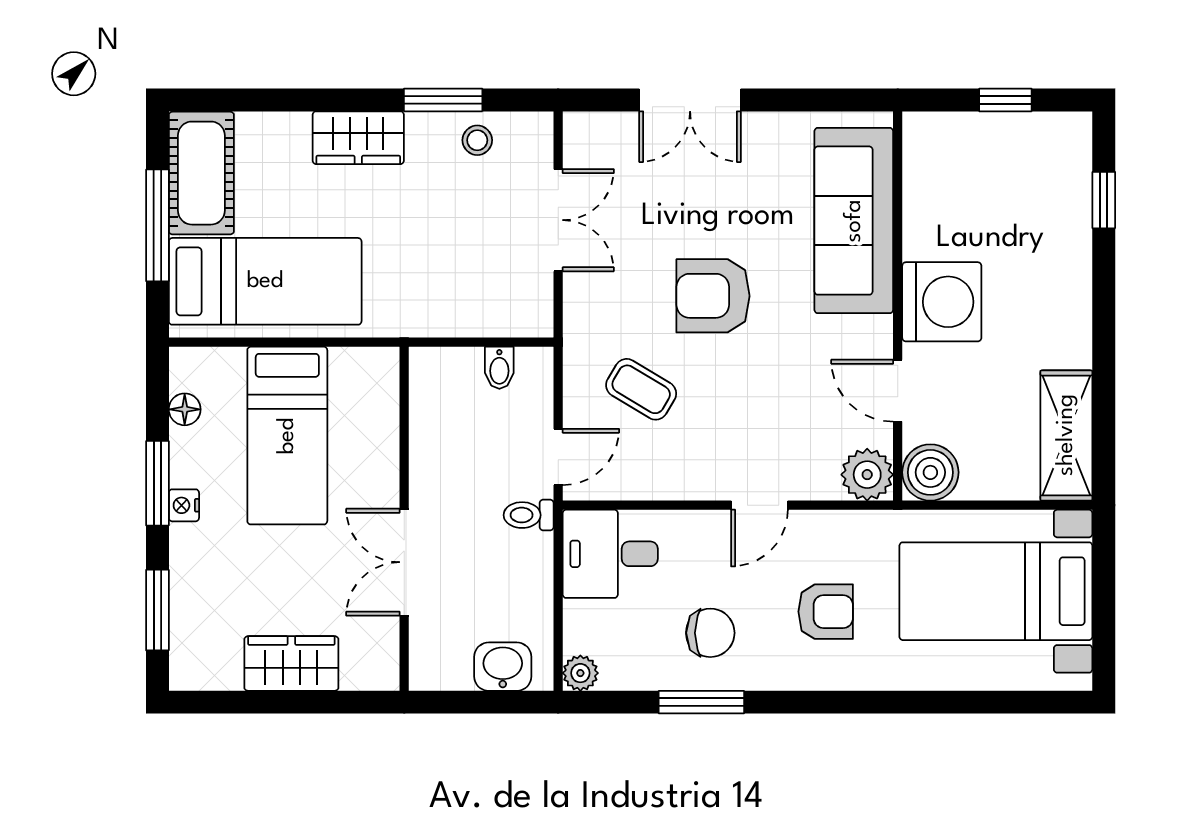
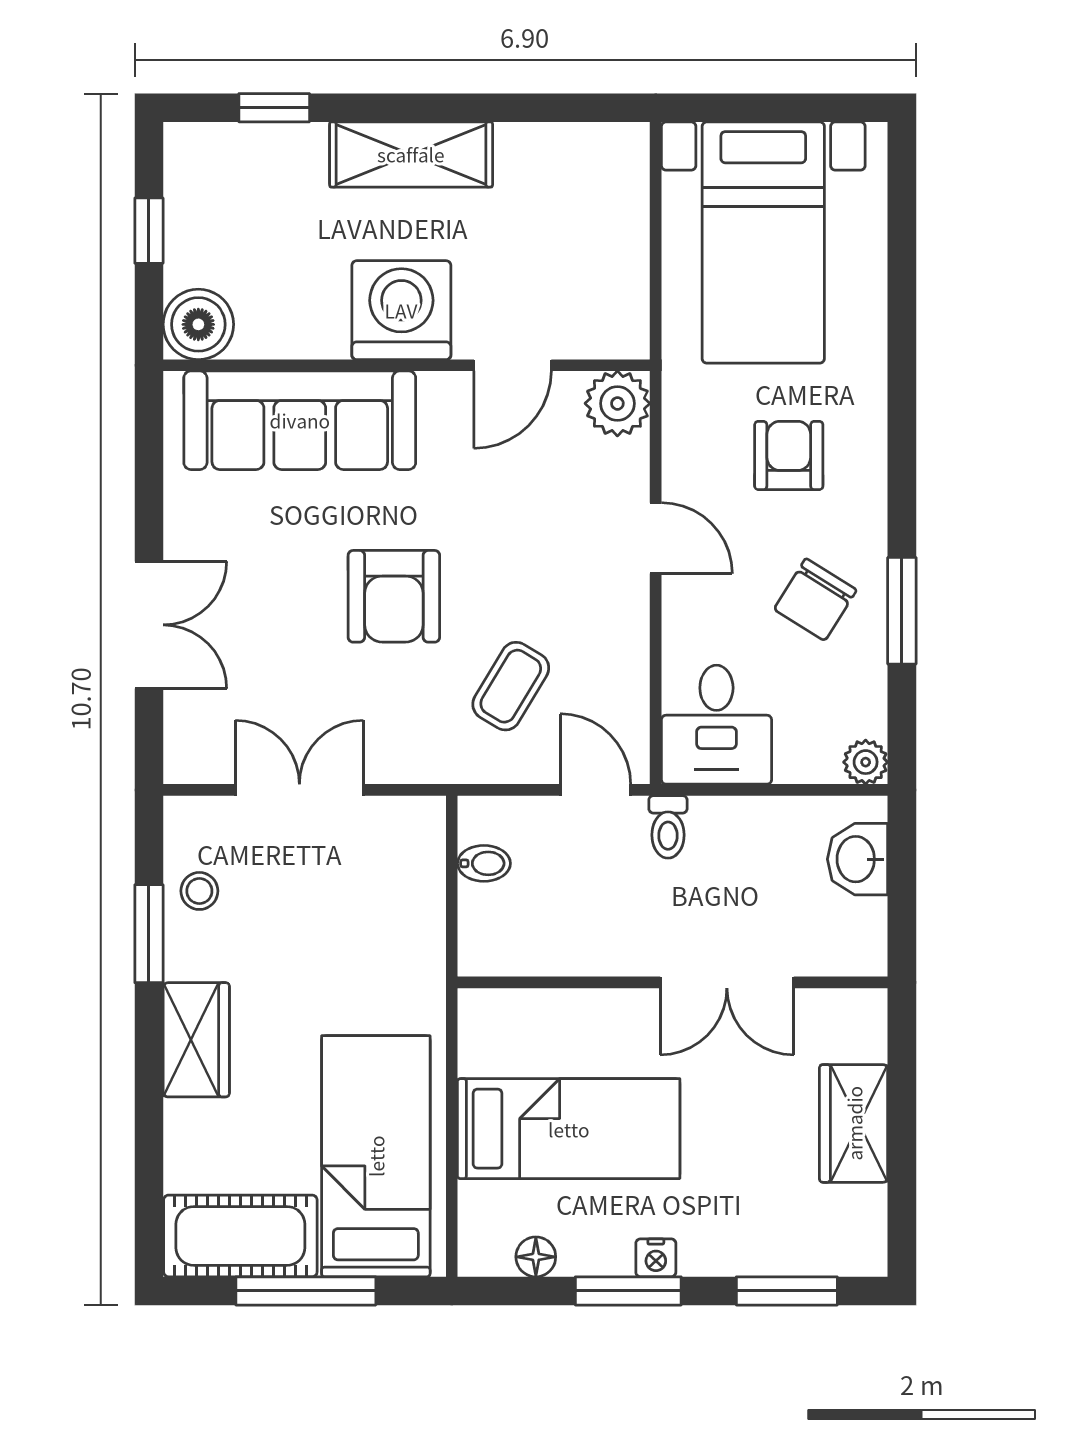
shelving: (1066, 435) -> (411, 154), moved
boiler: (930, 472) -> (198, 324), moved
chair: (710, 633) -> (815, 600), turned -148

